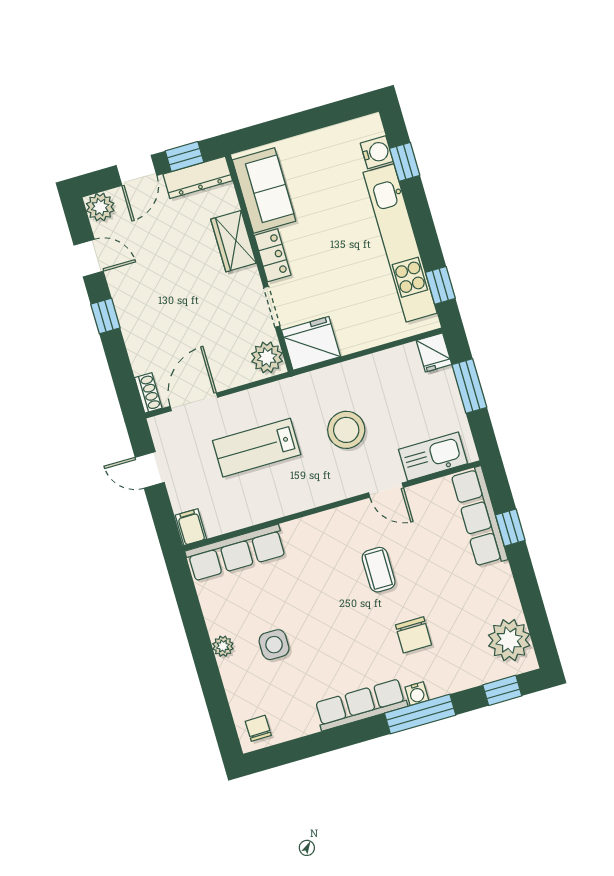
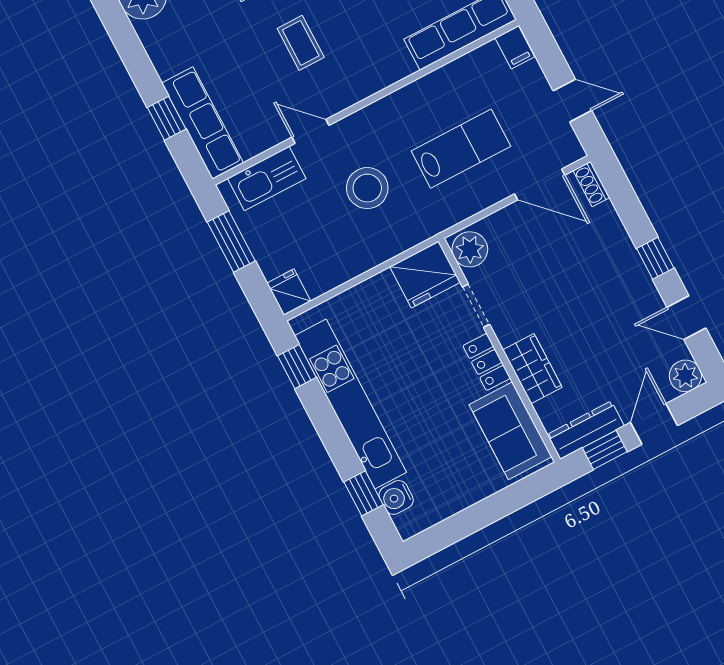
window: (469, 386) -> (231, 241), moved
door: (194, 402) -> (540, 185), hinge flipped

